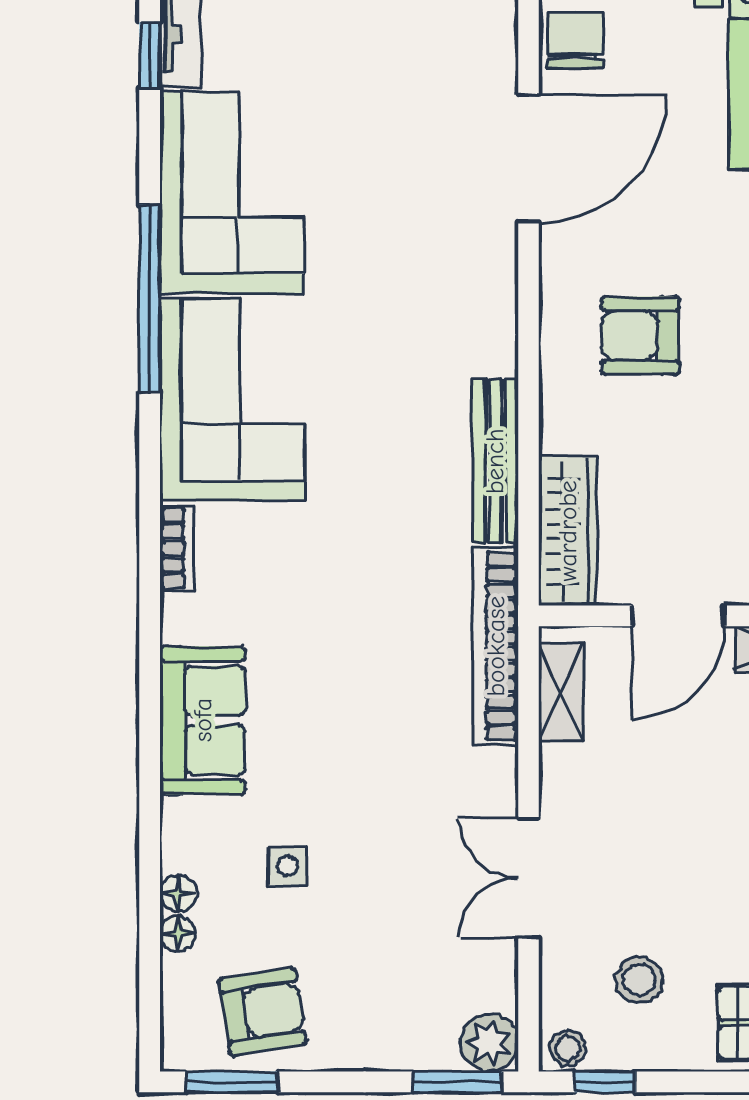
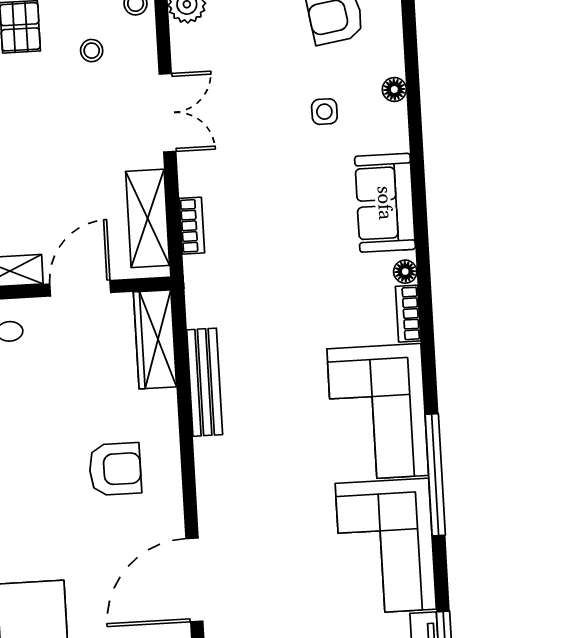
bookcase: (496, 646) -> (192, 226), width x0.43, depth x0.76
shelving: (561, 693) -> (148, 218), width x1.50, depth x1.33
floor lamp: (178, 934) -> (405, 272), moved
stool: (639, 980) -> (92, 51), width x0.73, depth x0.73

